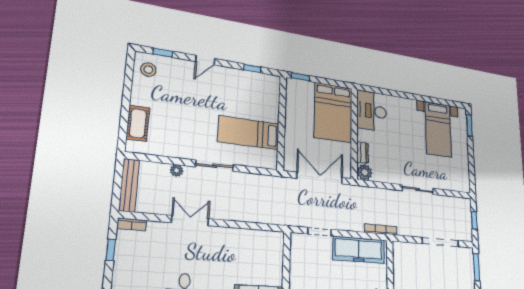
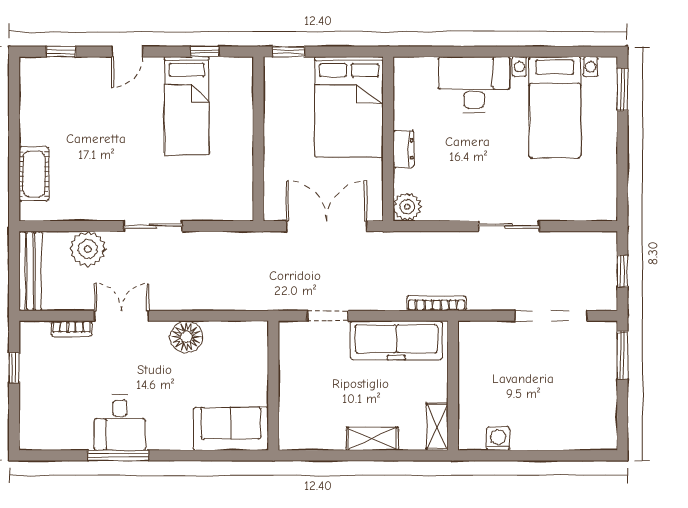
stool: (148, 70) -> (42, 84), removed
desk: (372, 111) -> (474, 85), moved, turned 90
bed: (249, 133) -> (187, 106), moved, turned -90
dresser: (362, 153) -> (404, 149), moved
plant: (177, 170) -> (88, 249), width x1.88, depth x1.88
bookcase: (132, 224) -> (72, 329), moved
floor lamp: (232, 238) -> (186, 337), added

